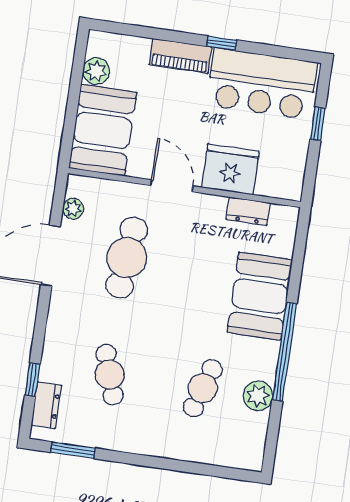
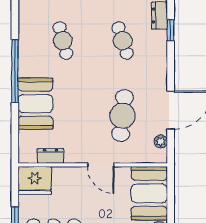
fridge: (230, 169) -> (35, 181), moved
cafe table: (203, 388) -> (63, 41), turned -33
plant: (258, 396) -> (27, 41), removed

